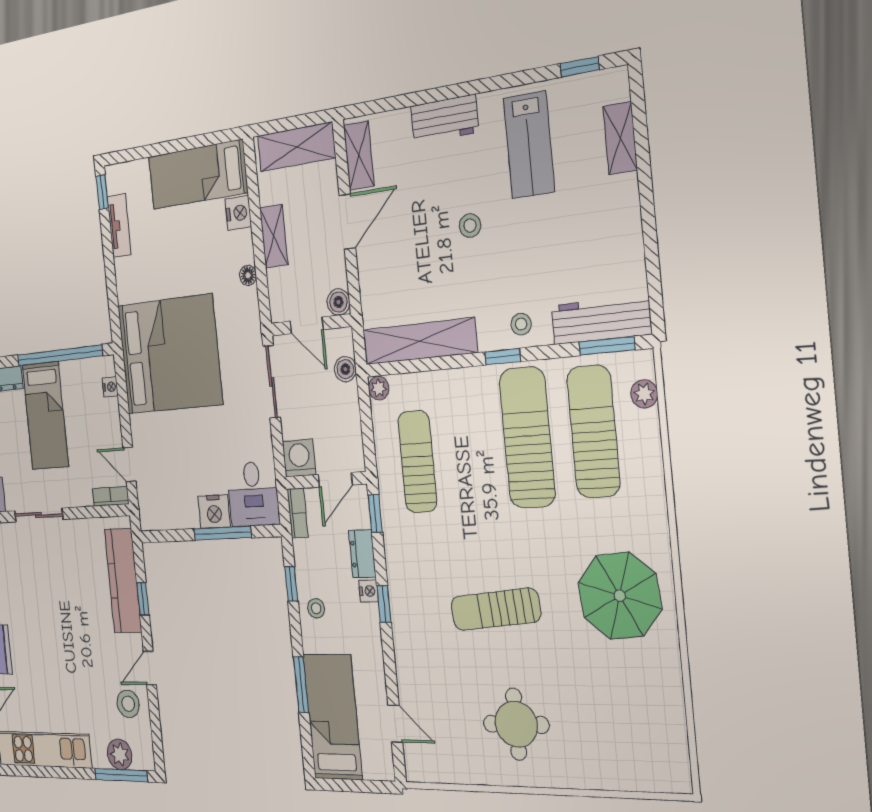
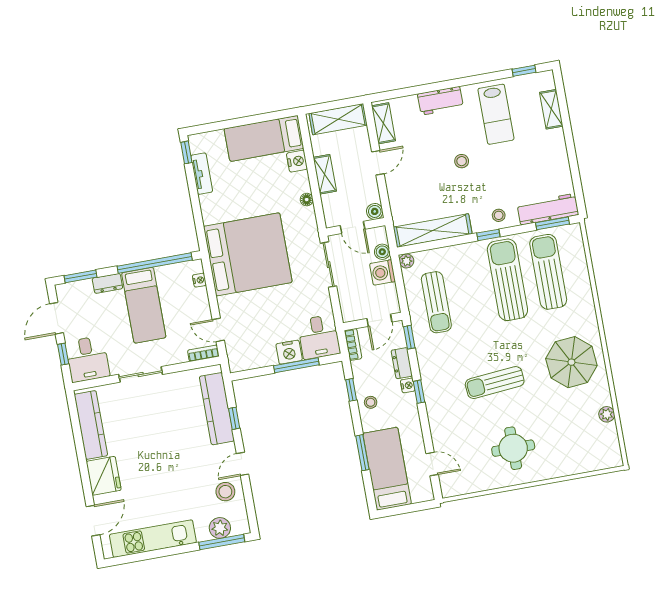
door: (347, 222) -> (378, 163), width x0.73
plant: (644, 394) -> (607, 414), moved
washing machine: (299, 458) -> (382, 273), moved, turned -90
sun lounger: (417, 462) -> (436, 302), turned 180

